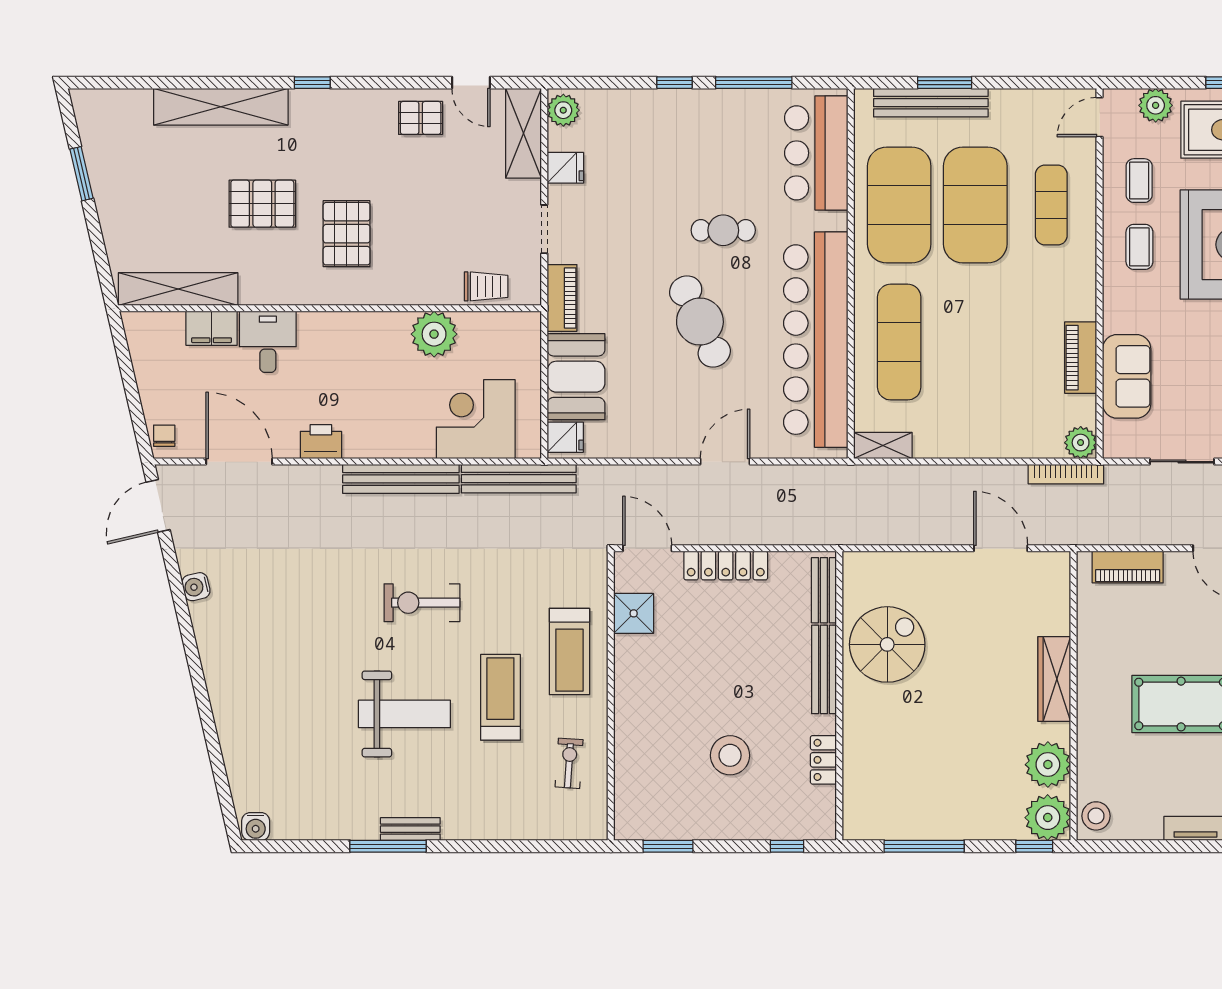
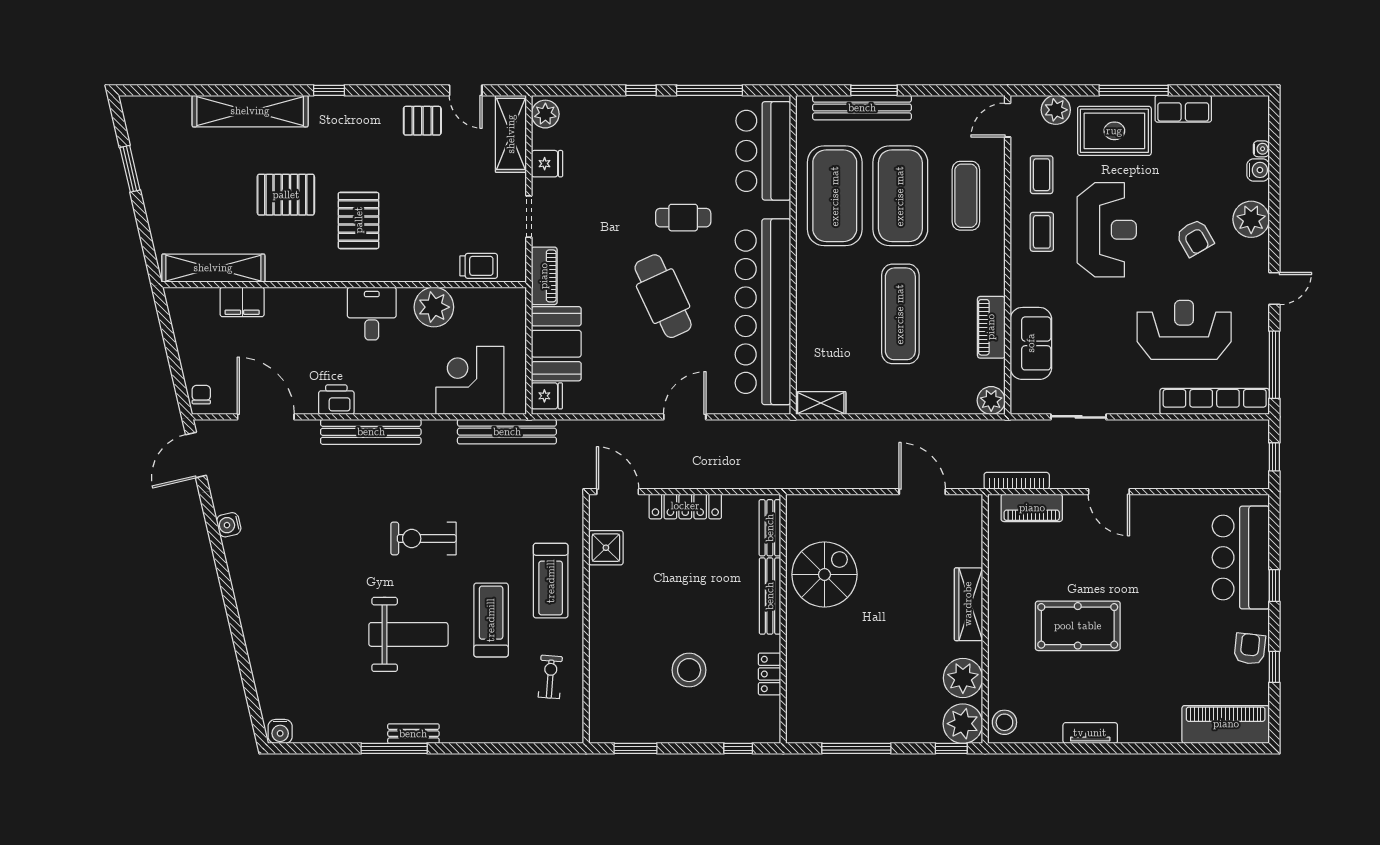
desk: (268, 342) -> (372, 314), moved
exercise mat: (899, 342) -> (900, 314), moved
bookcase: (1066, 474) -> (1017, 481), moved, turned 180
bench: (401, 479) -> (371, 432), moved

